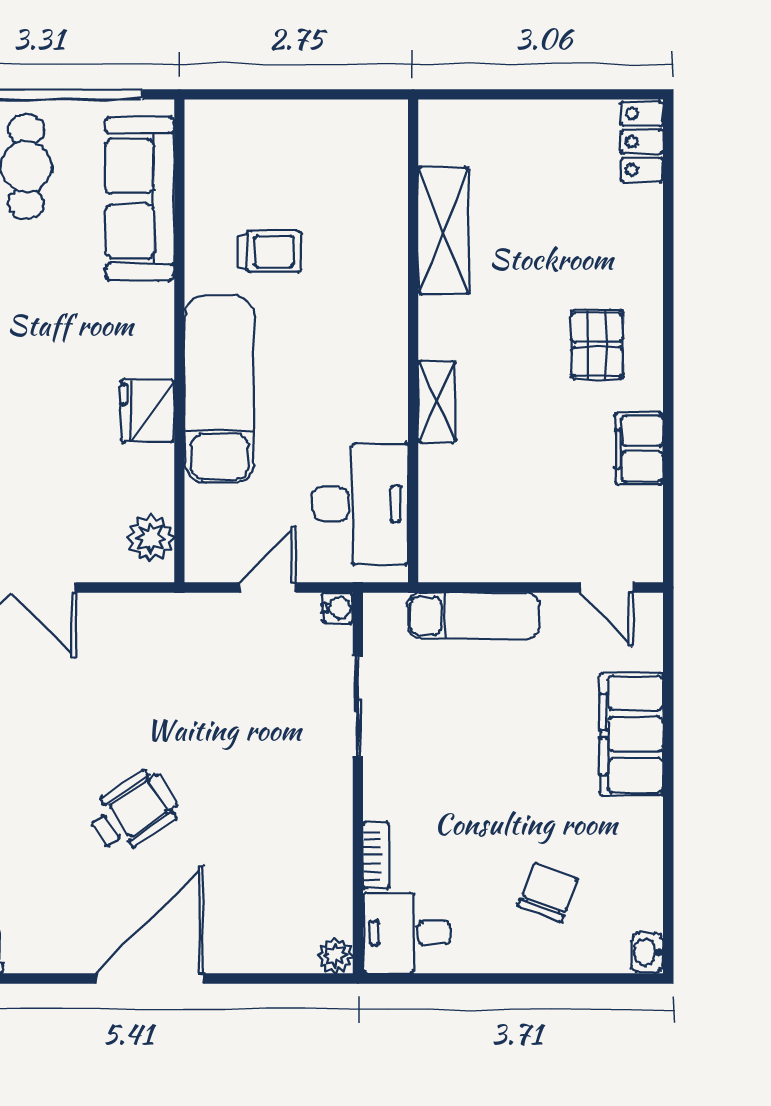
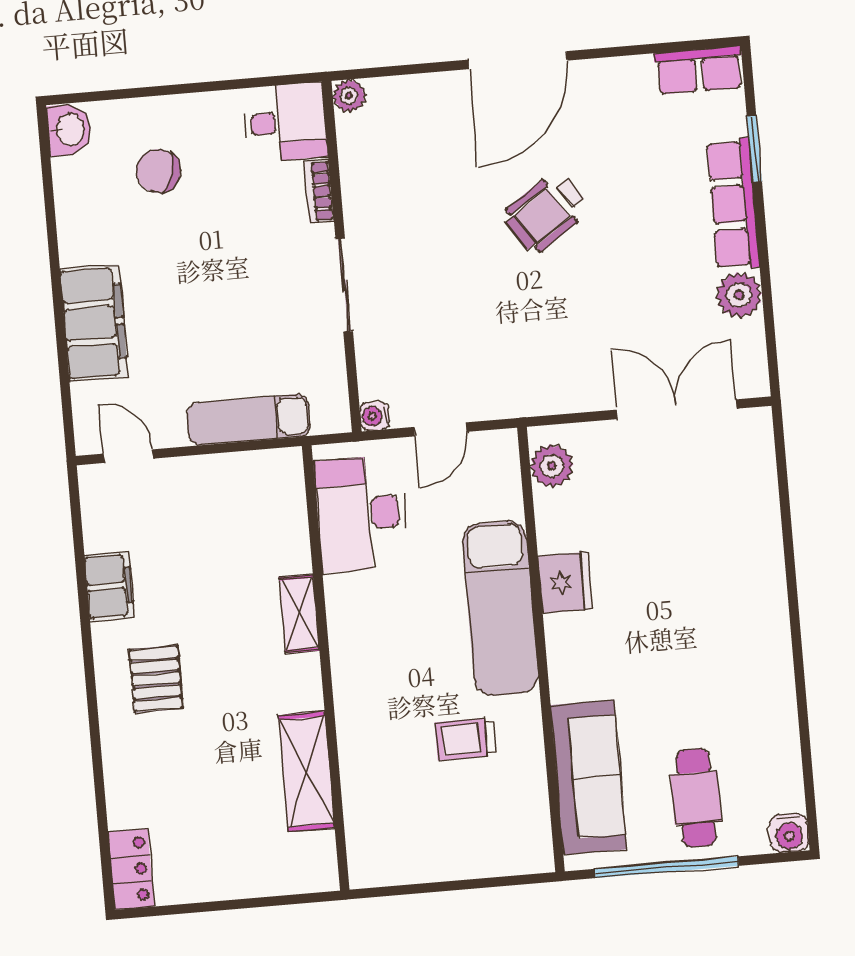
sliding door: (358, 706) -> (344, 285), moved
chair: (548, 892) -> (158, 171), turned 84
washbasin: (647, 952) -> (69, 130), width x1.38, depth x1.45

